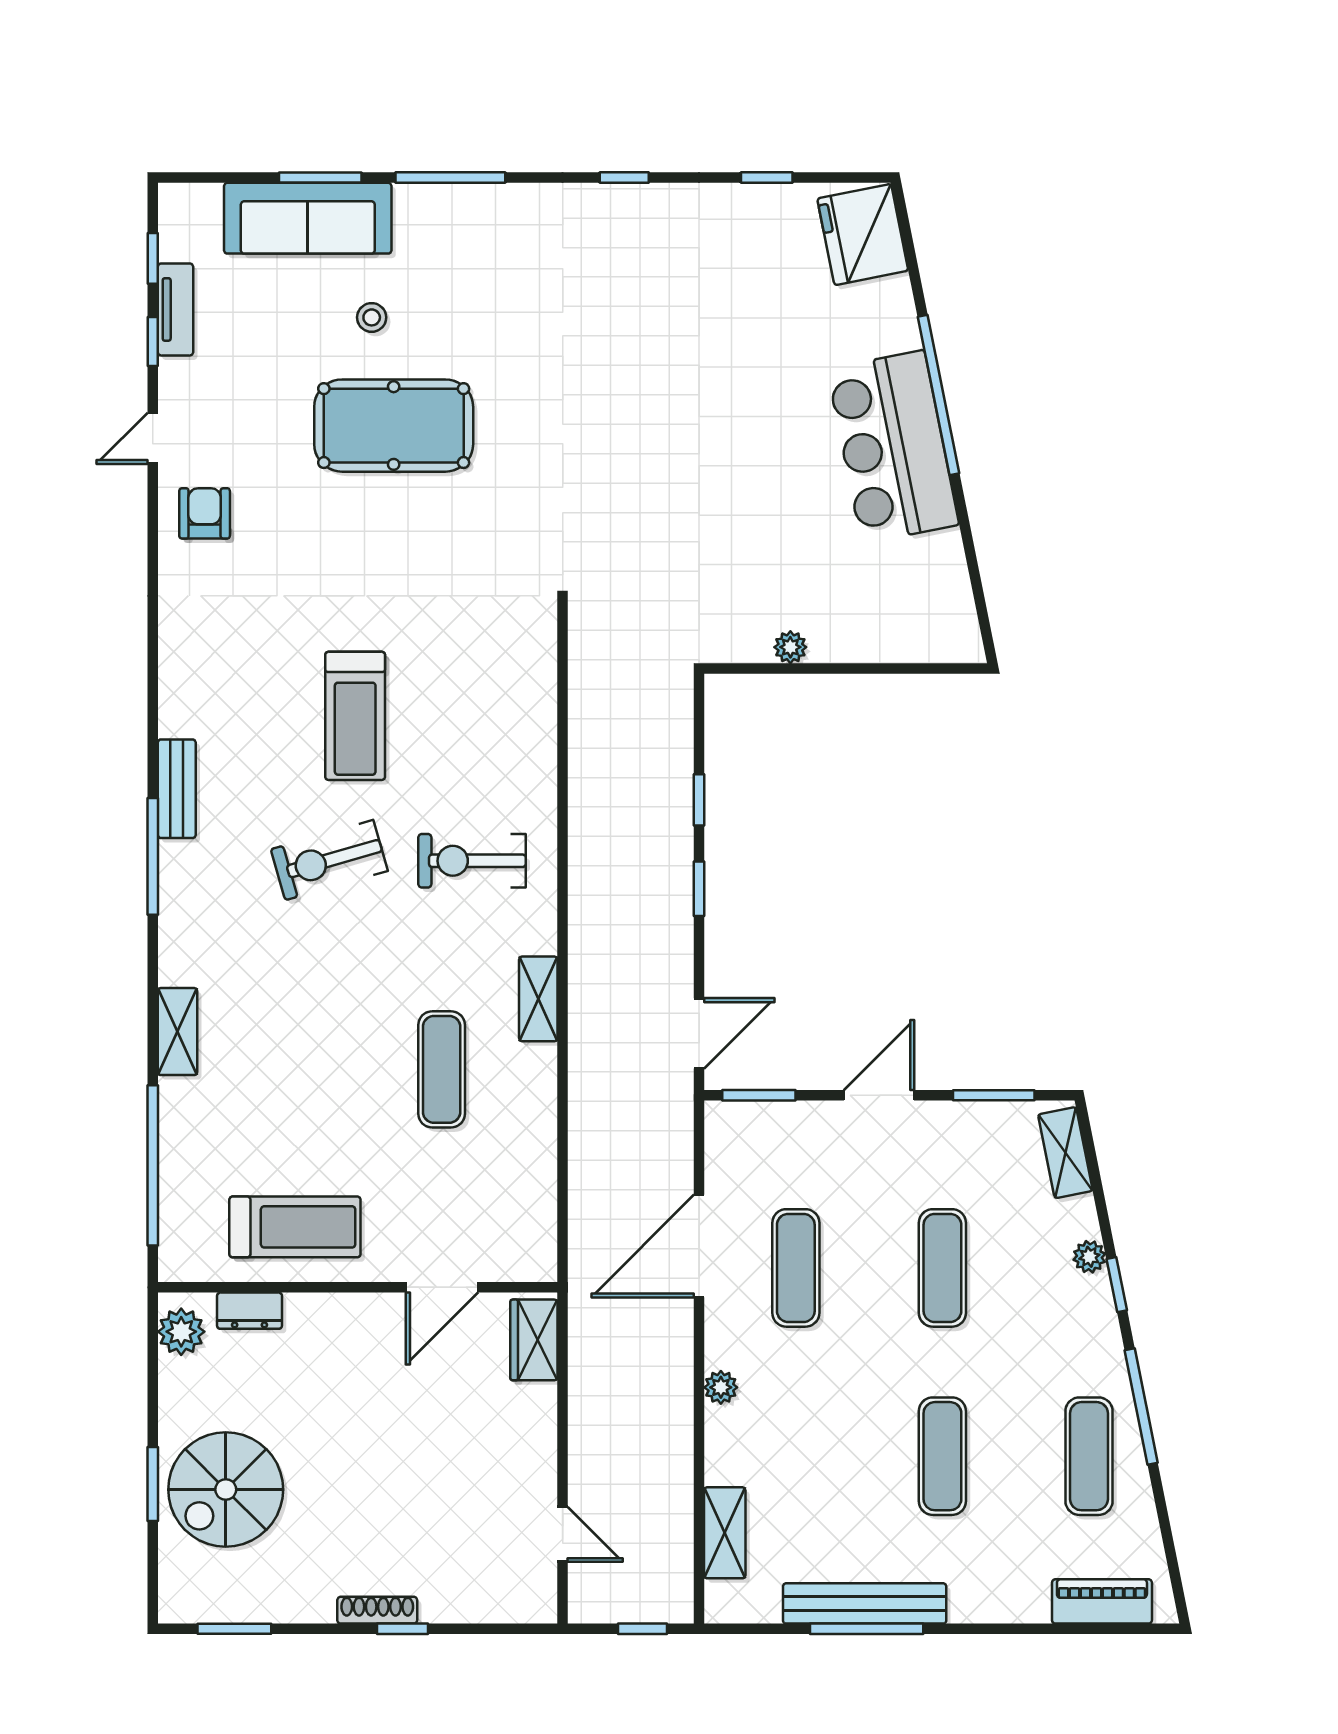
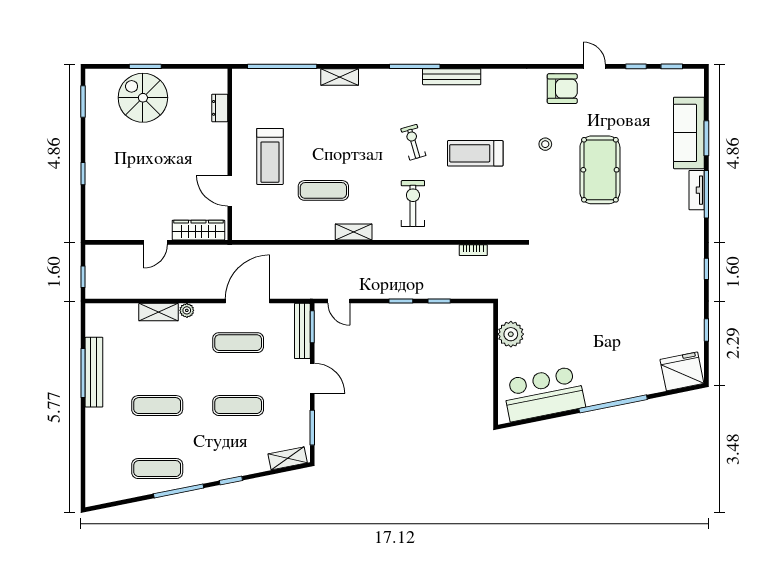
tv unit: (175, 309) -> (697, 190), moved, turned 90
stool: (372, 317) -> (545, 144), moved
bar counter: (893, 447) -> (544, 394), moved
armchair: (205, 513) -> (562, 89), width x1.38, depth x1.38
plant: (790, 647) -> (511, 334), width x1.87, depth x1.87
bookcase: (581, 720) -> (473, 250), added
bench: (177, 789) -> (452, 77), width x1.36
exercise bike: (329, 860) -> (413, 142), width x0.73, depth x0.72
door: (699, 1033) -> (339, 301), width x0.73
bench: (769, 1118) -> (302, 331), added
treadmill: (295, 1227) -> (270, 156), moved
door: (699, 1246) -> (247, 301), hinge flipped
plant: (1089, 1257) -> (243, 469), removed
plant: (181, 1332) -> (211, 79), removed
wardrobe: (534, 1340) -> (198, 230), width x1.50
shelving: (725, 1533) -> (159, 312), moved
door: (563, 1534) -> (155, 242), moved
piano: (1102, 1601) -> (95, 474), removed
shoe rack: (377, 1610) -> (91, 163), removed

